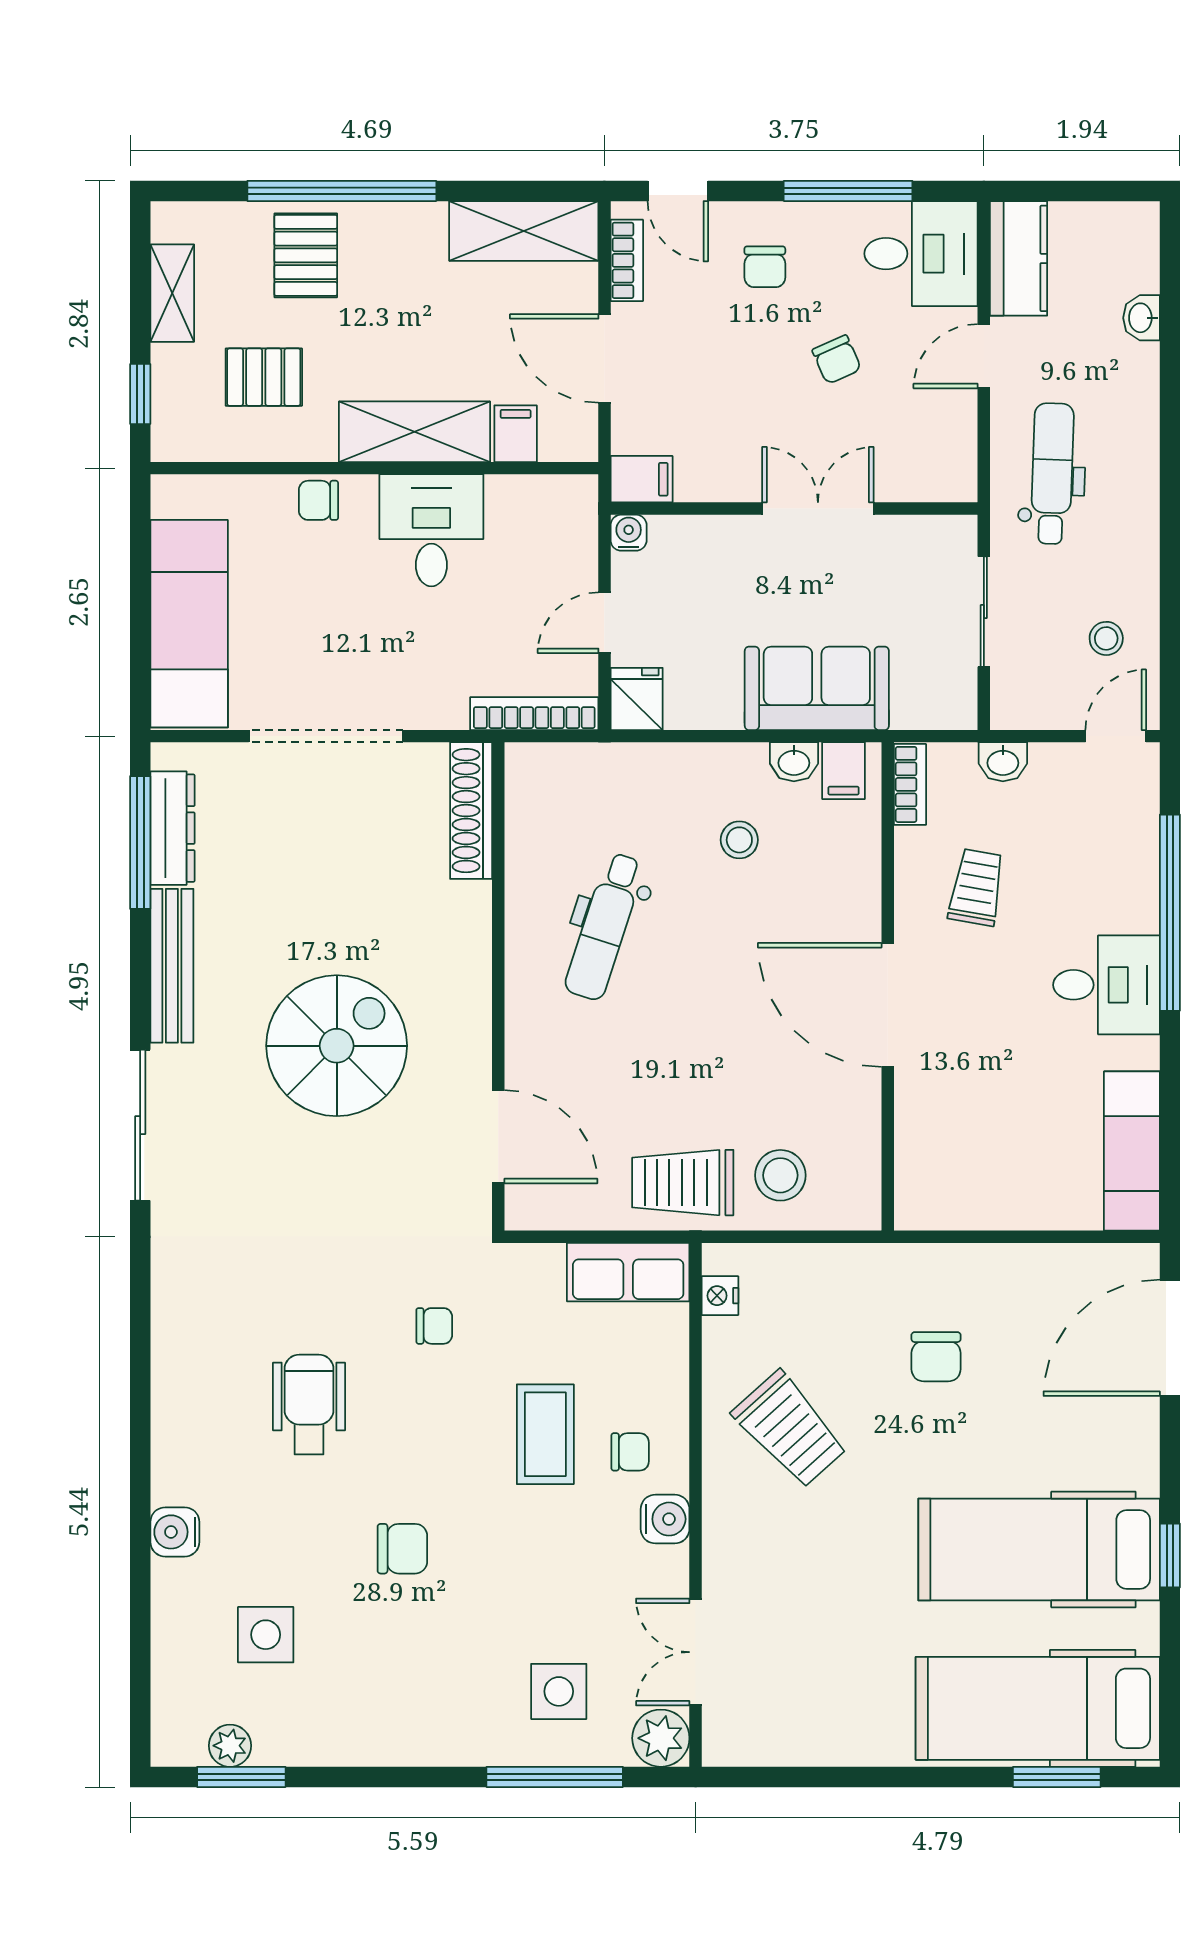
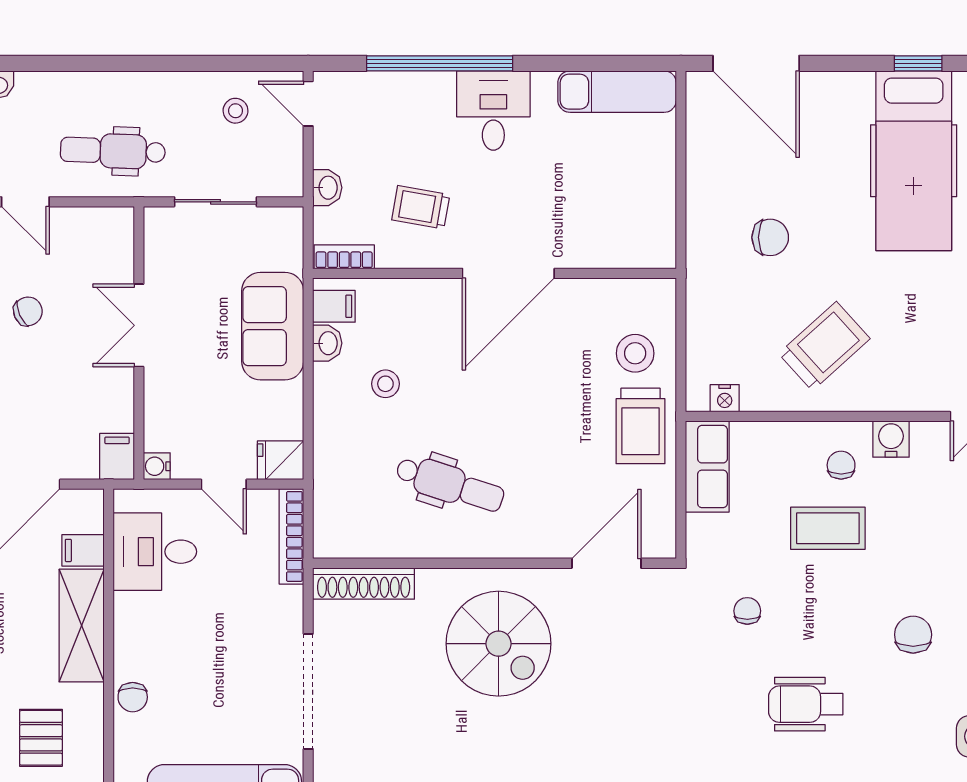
desk: (431, 530) -> (155, 552), moved
spiral stairs: (337, 1046) -> (498, 644), moved, turned 180

